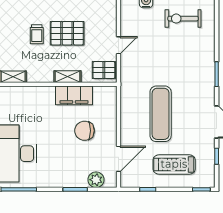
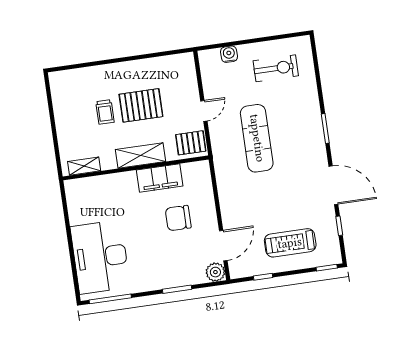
exercise bike: (183, 19) -> (276, 68), turned 180
shelving: (68, 77) -> (140, 156), width x1.50, depth x1.33
exercise mat: (161, 114) -> (257, 138), moved
plant: (96, 180) -> (215, 272), moved

